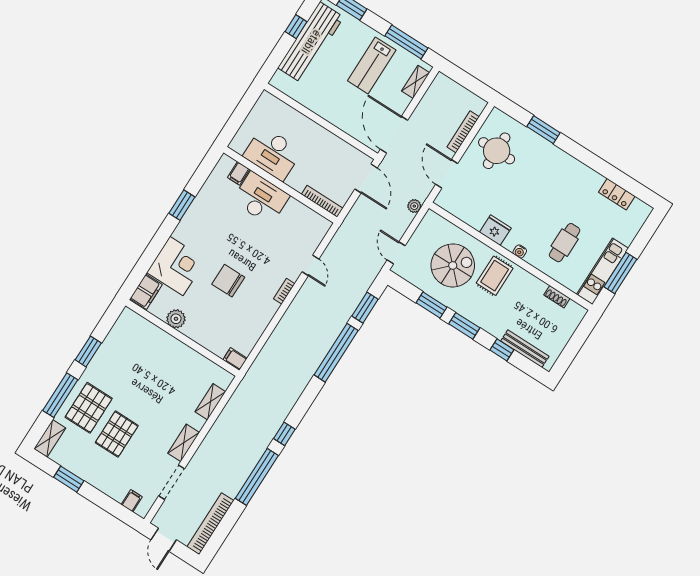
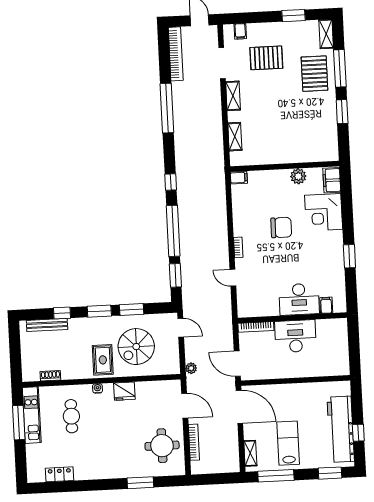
desk: (273, 153) -> (295, 336), moved
pallet: (117, 434) -> (266, 58), moved, turned 90
window: (284, 434) -> (171, 182), moved

